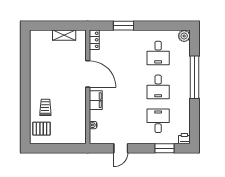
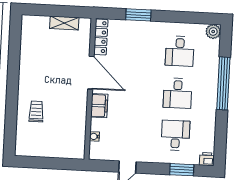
locker: (94, 40) -> (101, 37), width x1.53
pallet: (42, 129) -> (30, 138), removed

